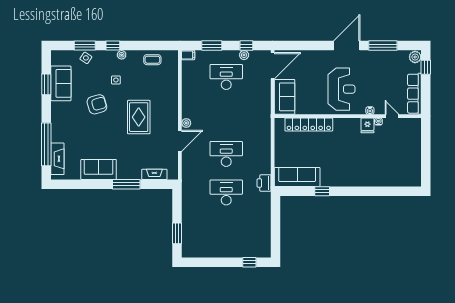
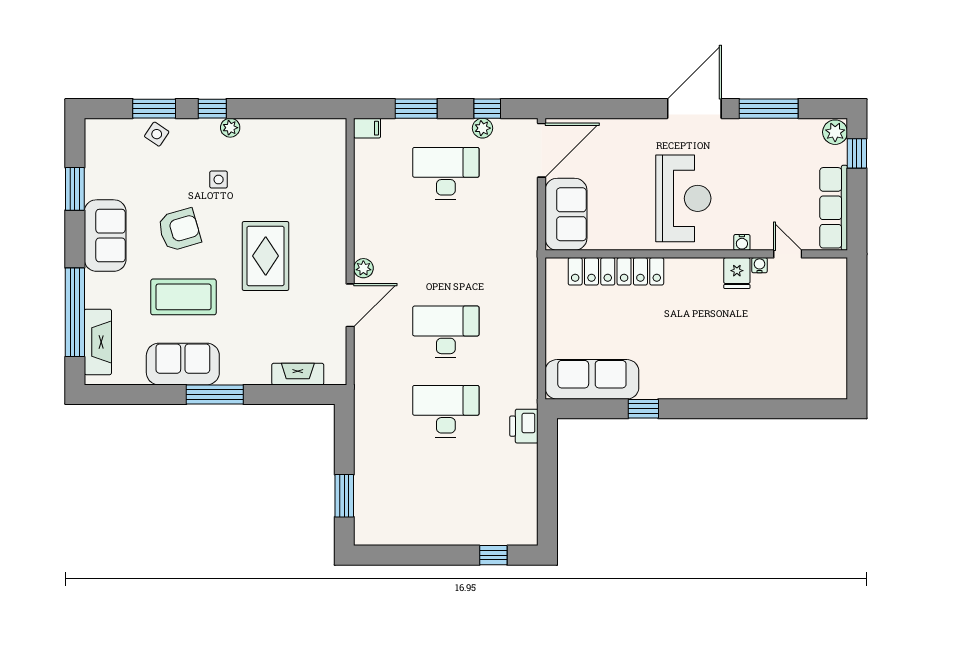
coffee table: (152, 60) -> (183, 297), moved, width x1.86, depth x1.72
sofa: (61, 83) -> (105, 236), moved
printer: (264, 183) -> (524, 426), moved
window: (126, 184) -> (215, 395), moved

